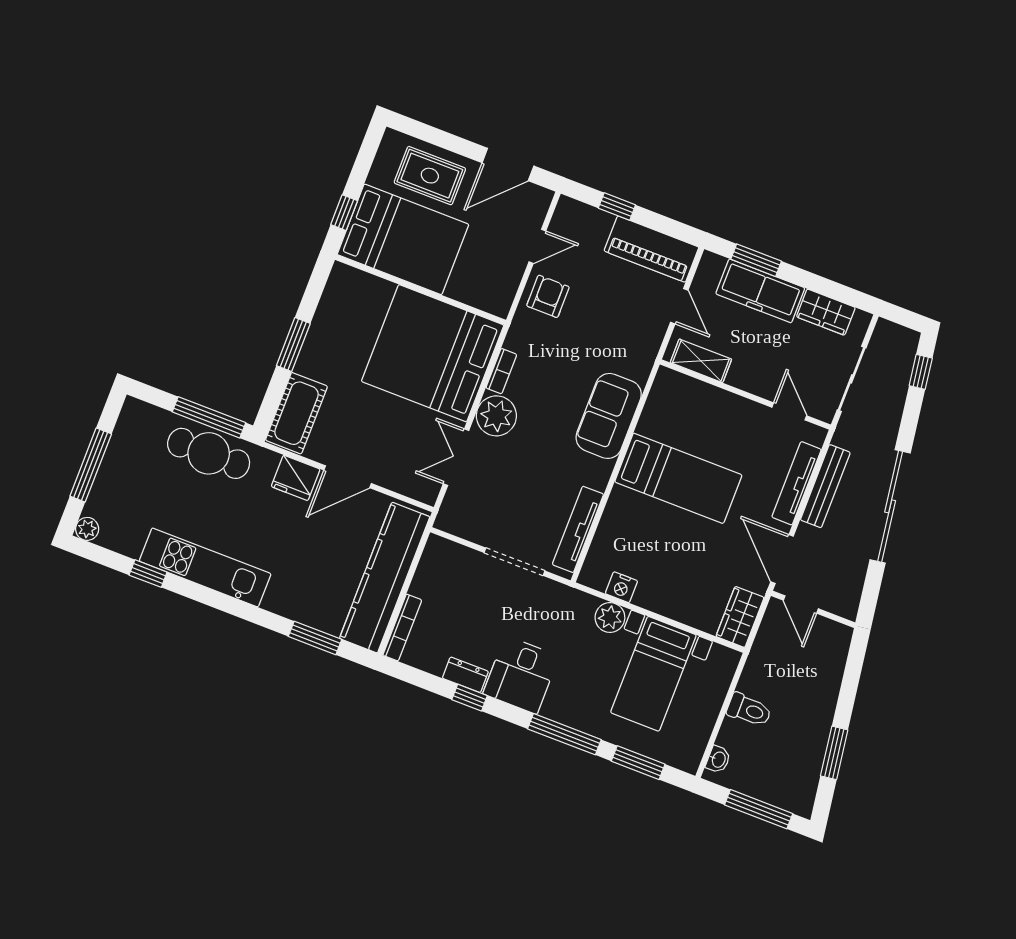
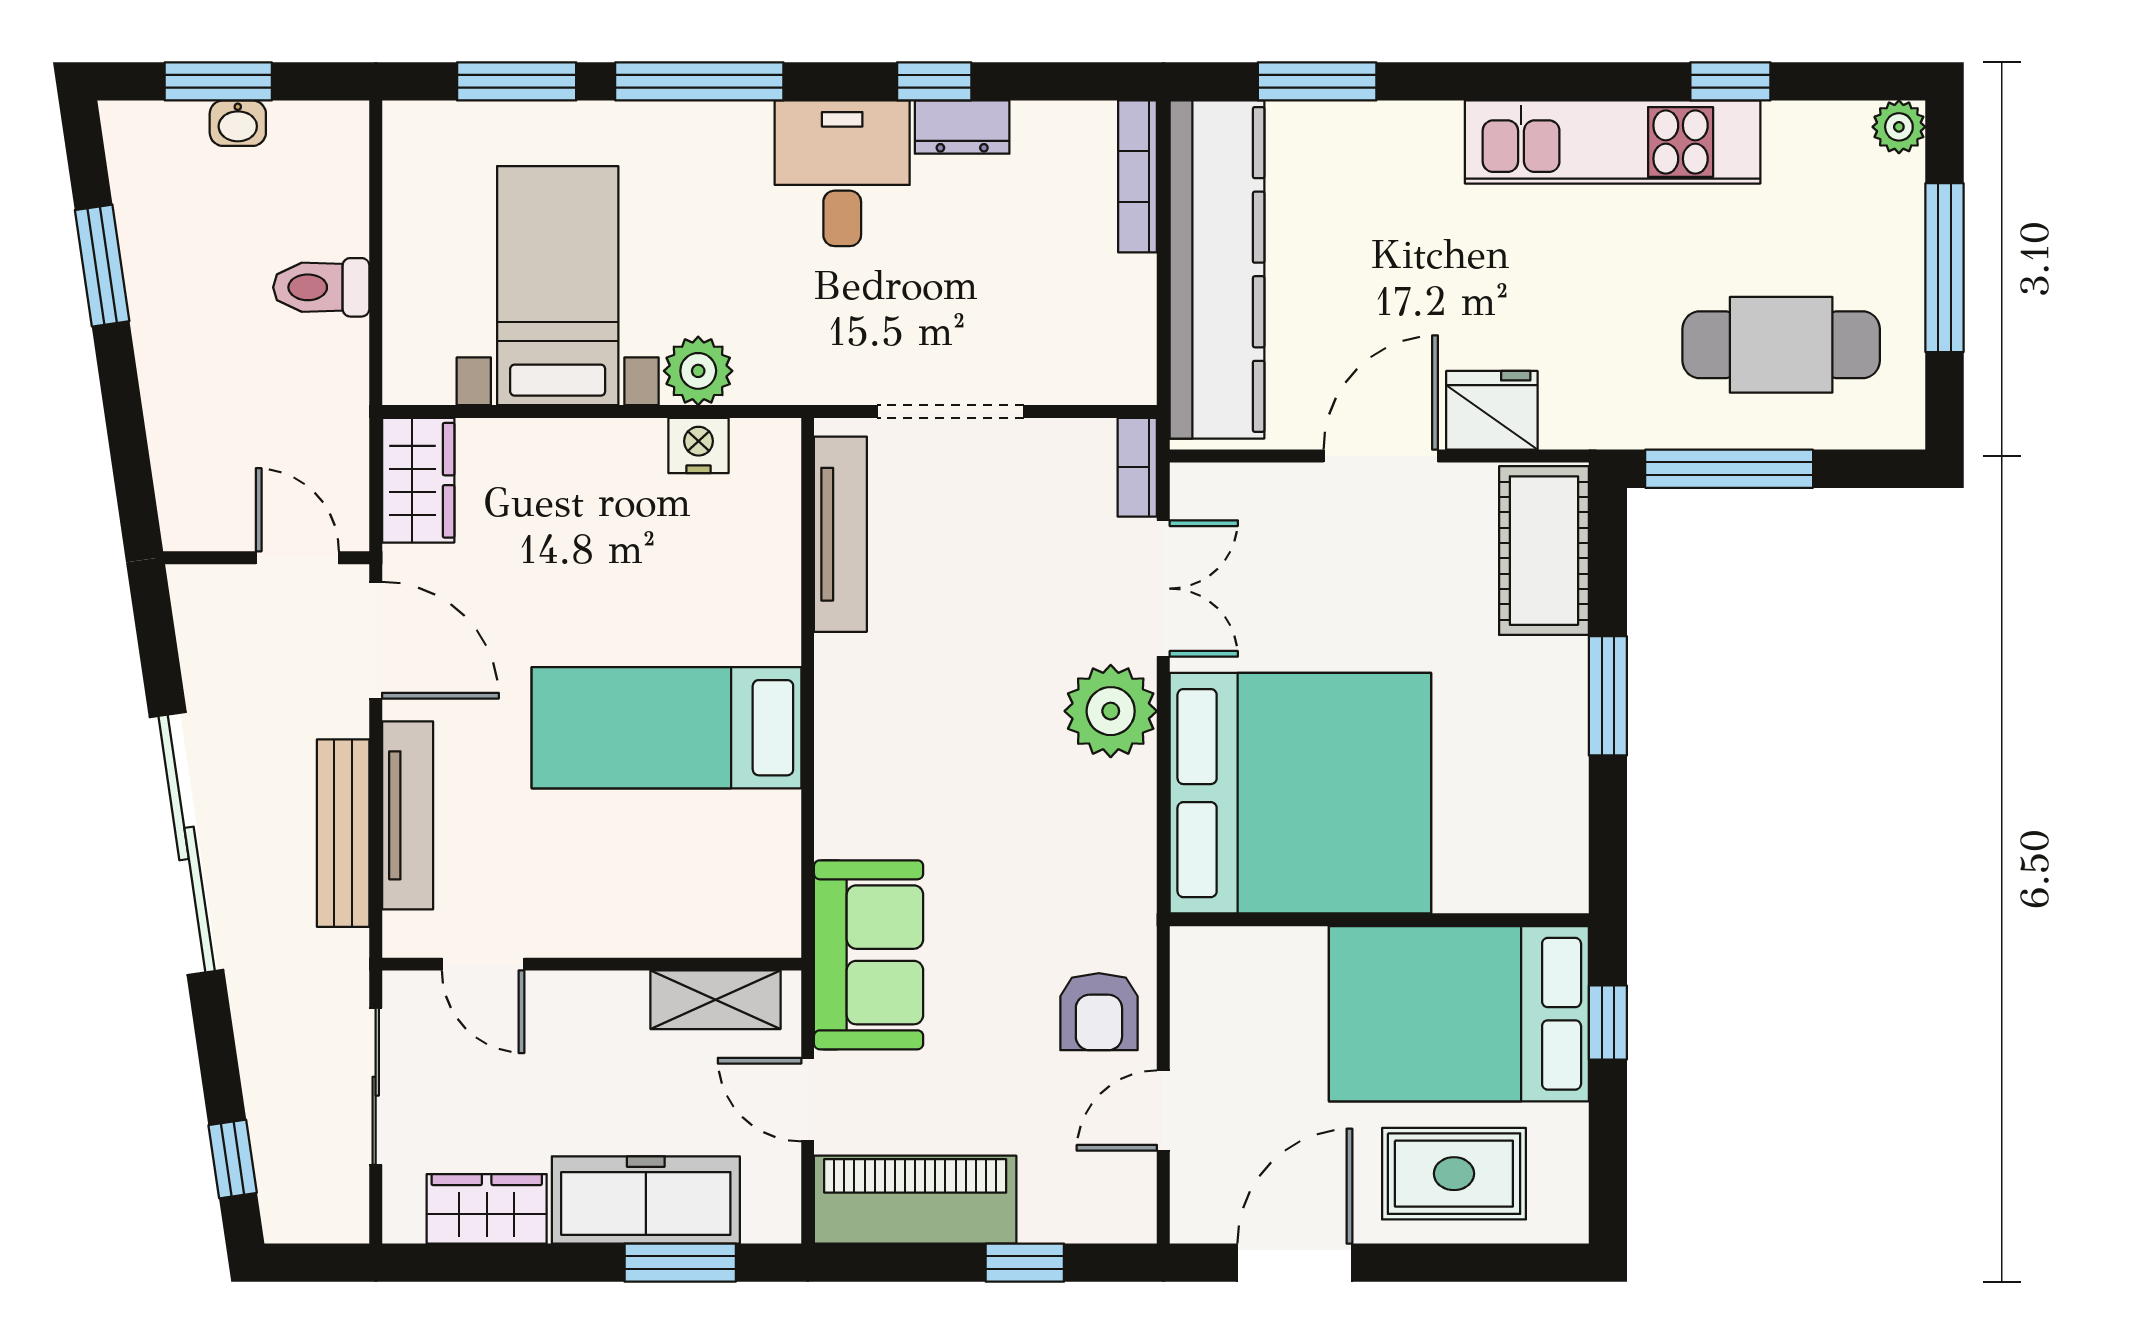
bookcase: (501, 371) -> (1137, 467), moved
sofa: (609, 416) -> (869, 955), moved
cafe table: (209, 453) -> (1781, 345), moved
washbasin: (718, 759) -> (238, 123), moved, turned -90
window: (759, 809) -> (218, 81), width x0.69

